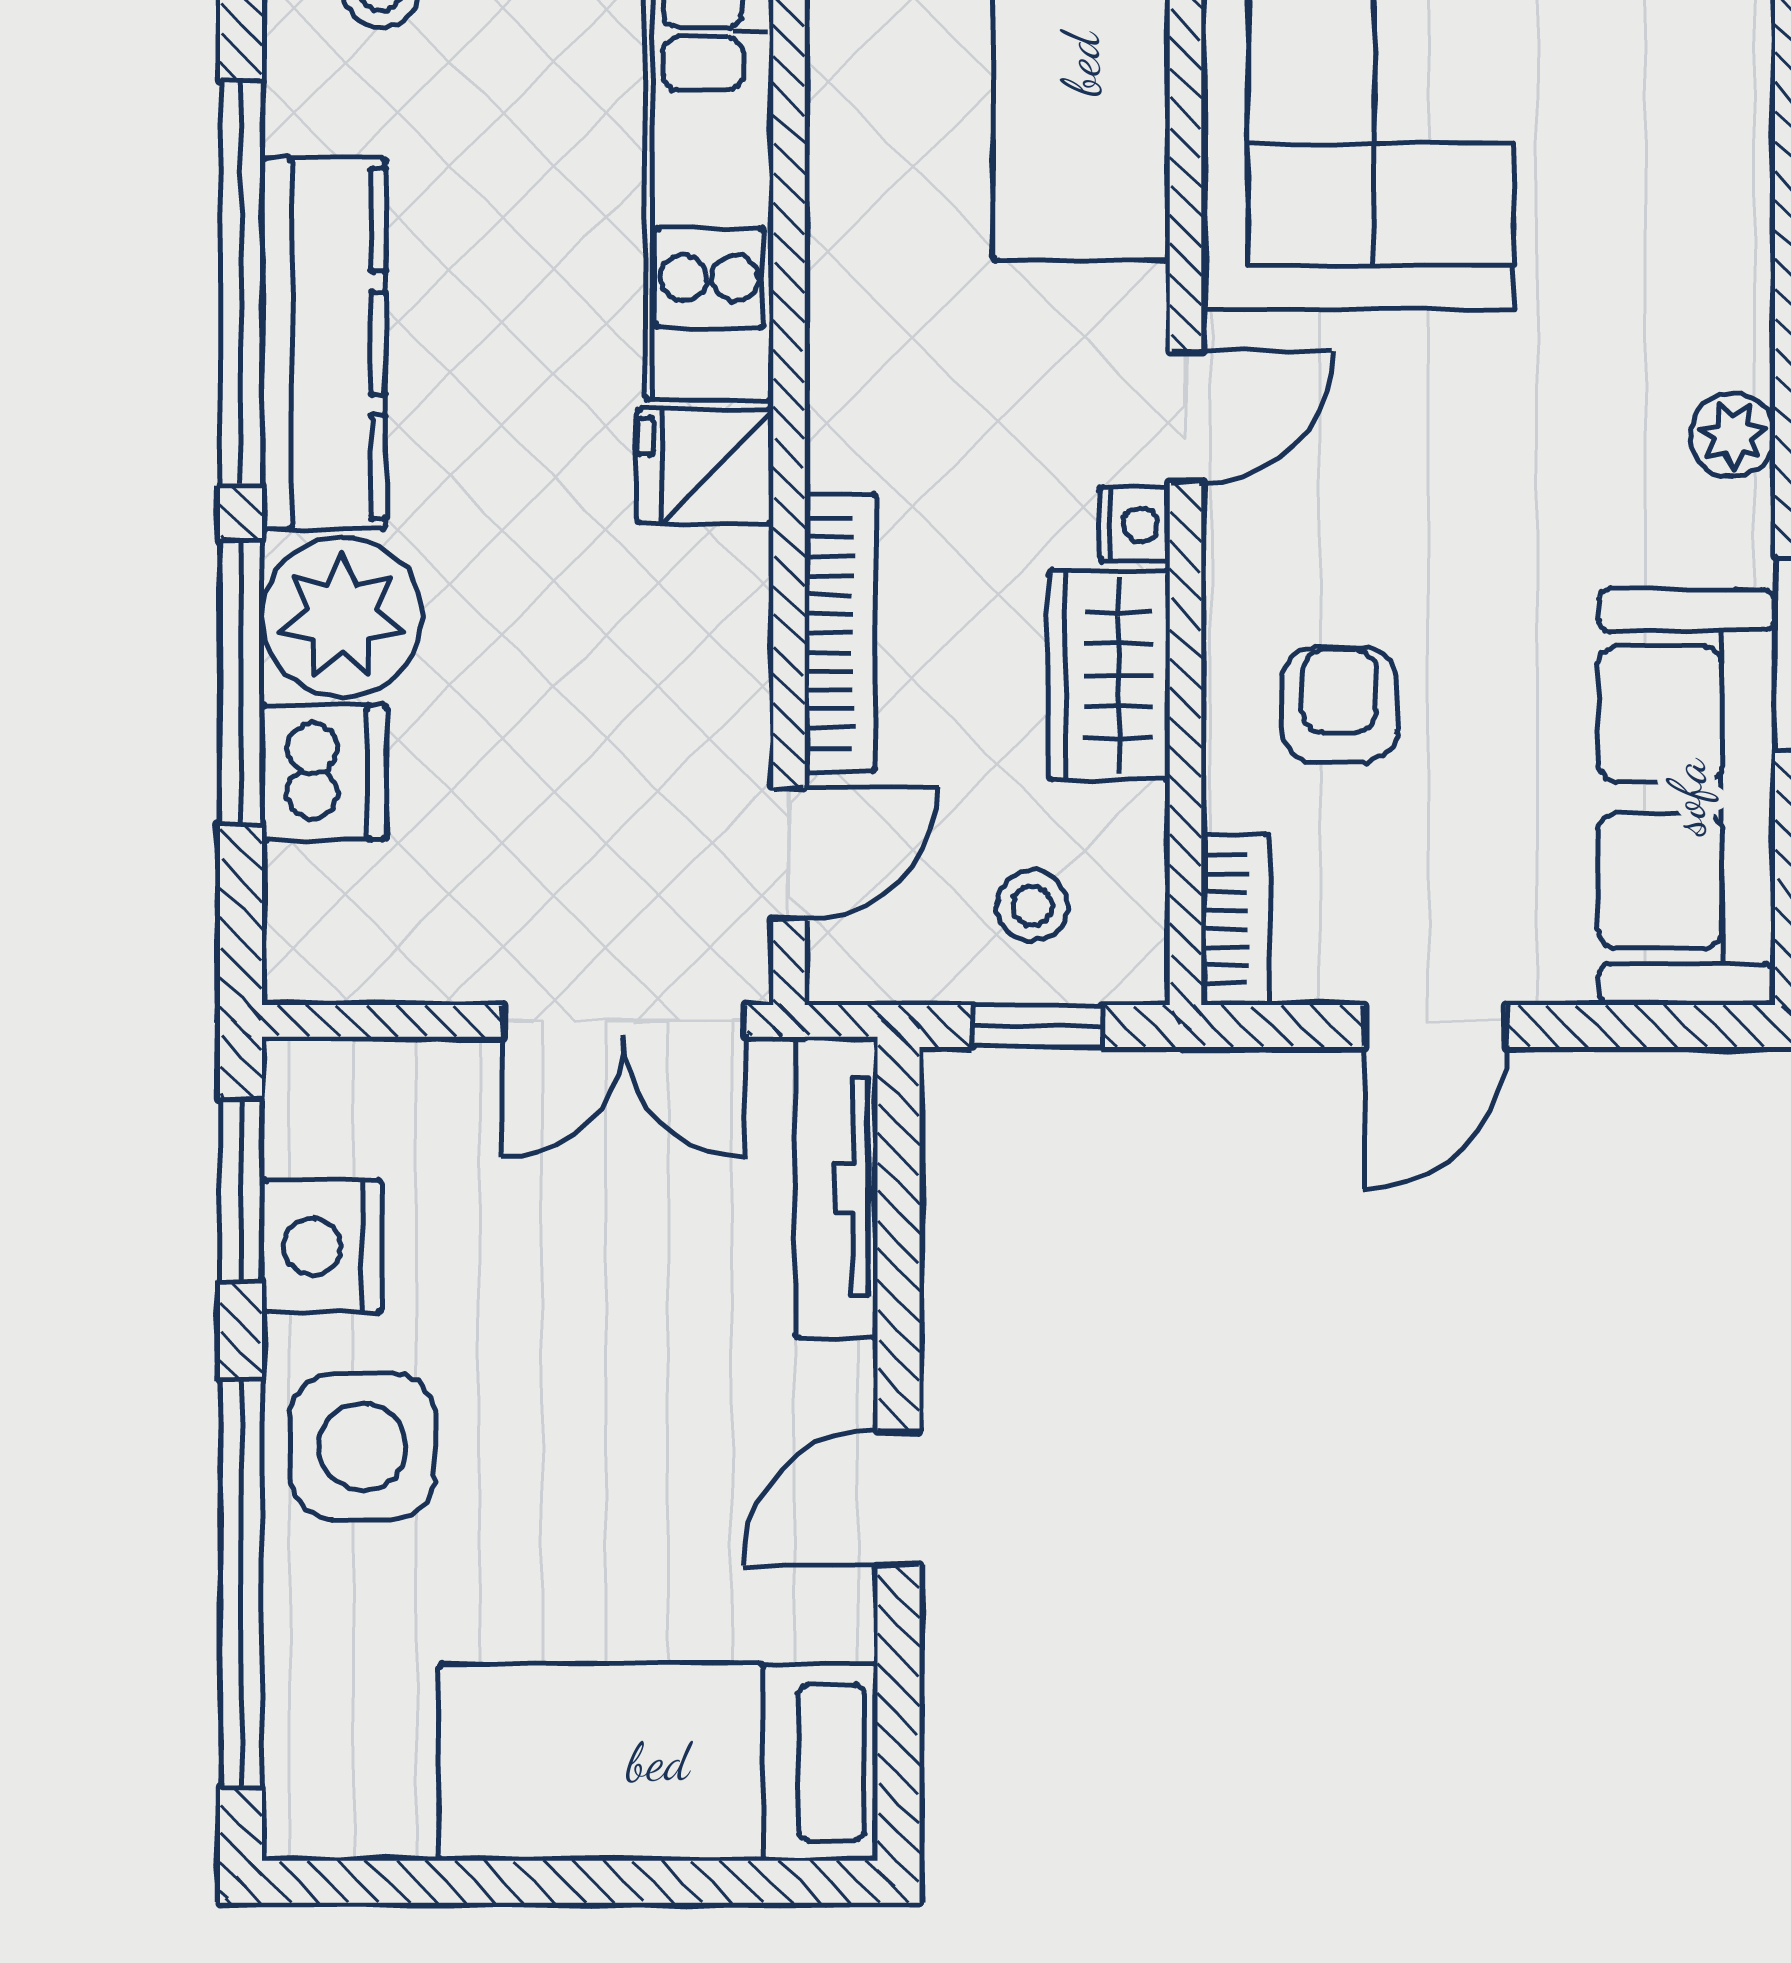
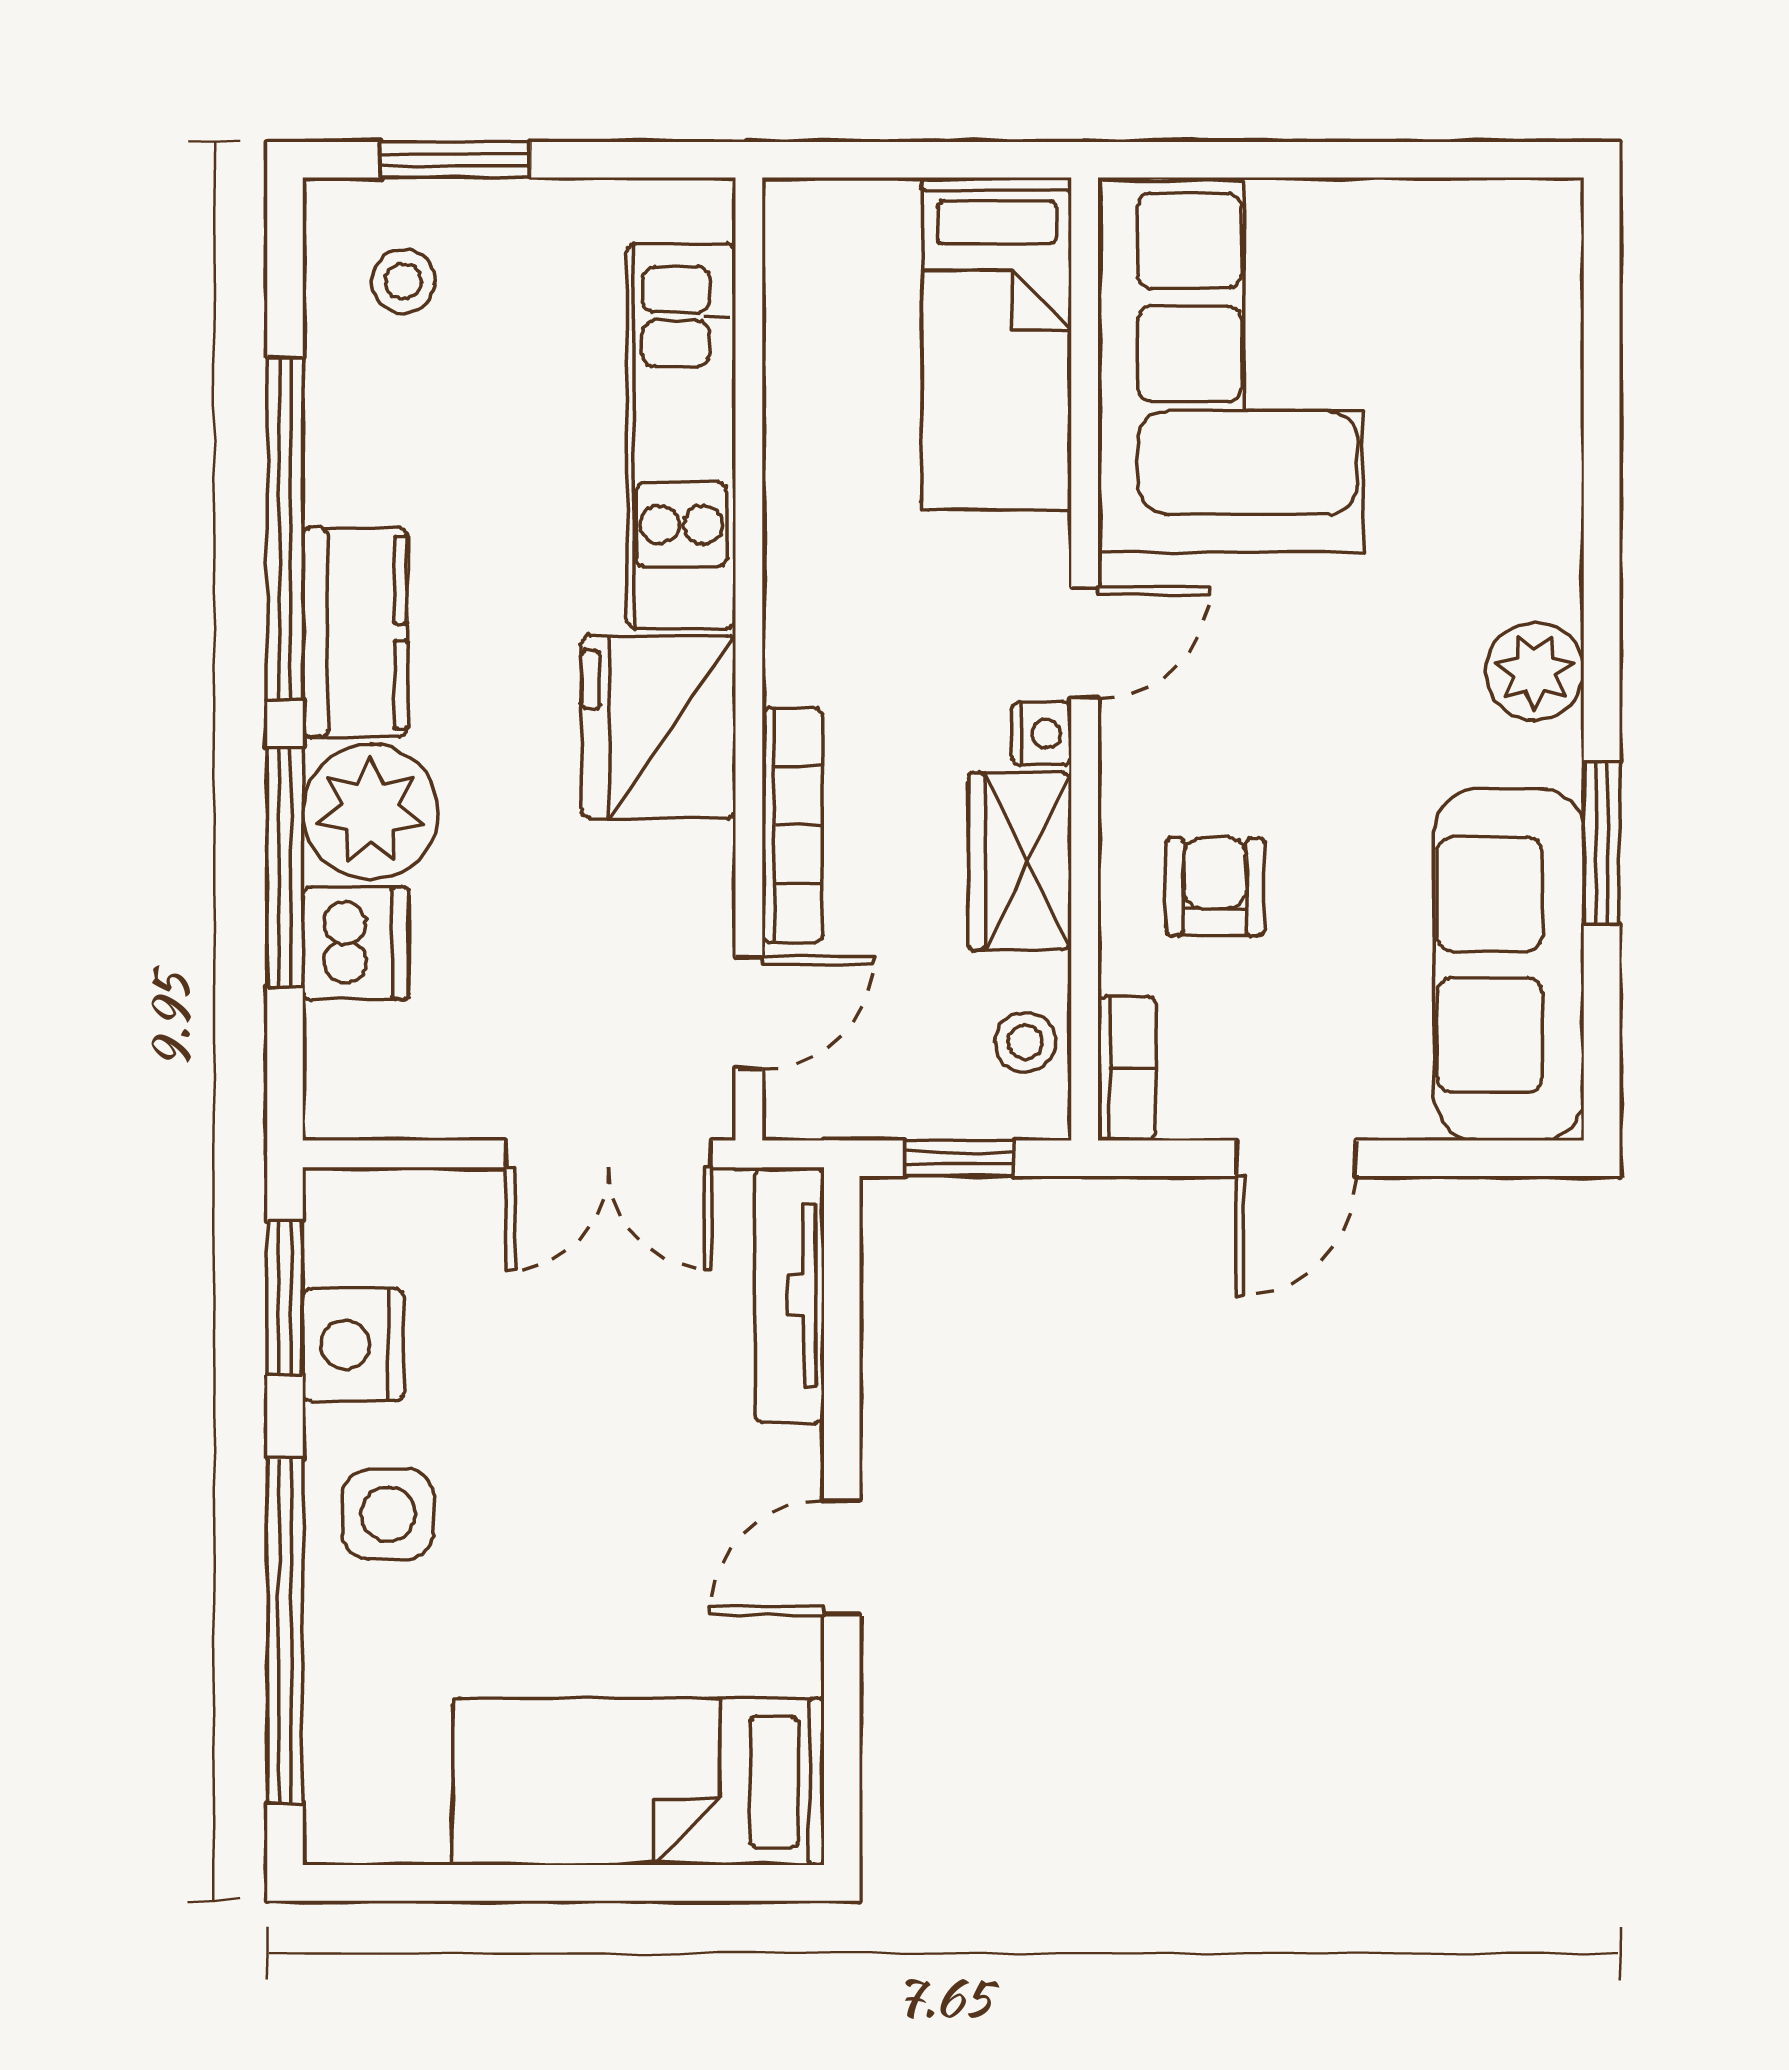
kitchen counter: (324, 343) -> (355, 632), width x0.67
plant: (1733, 435) -> (1535, 671), width x1.38, depth x1.38
fridge: (705, 466) -> (658, 727), width x1.88, depth x1.34
stool: (1032, 906) -> (1025, 1042), moved
side table: (363, 1447) -> (388, 1514), width x0.73, depth x0.73

